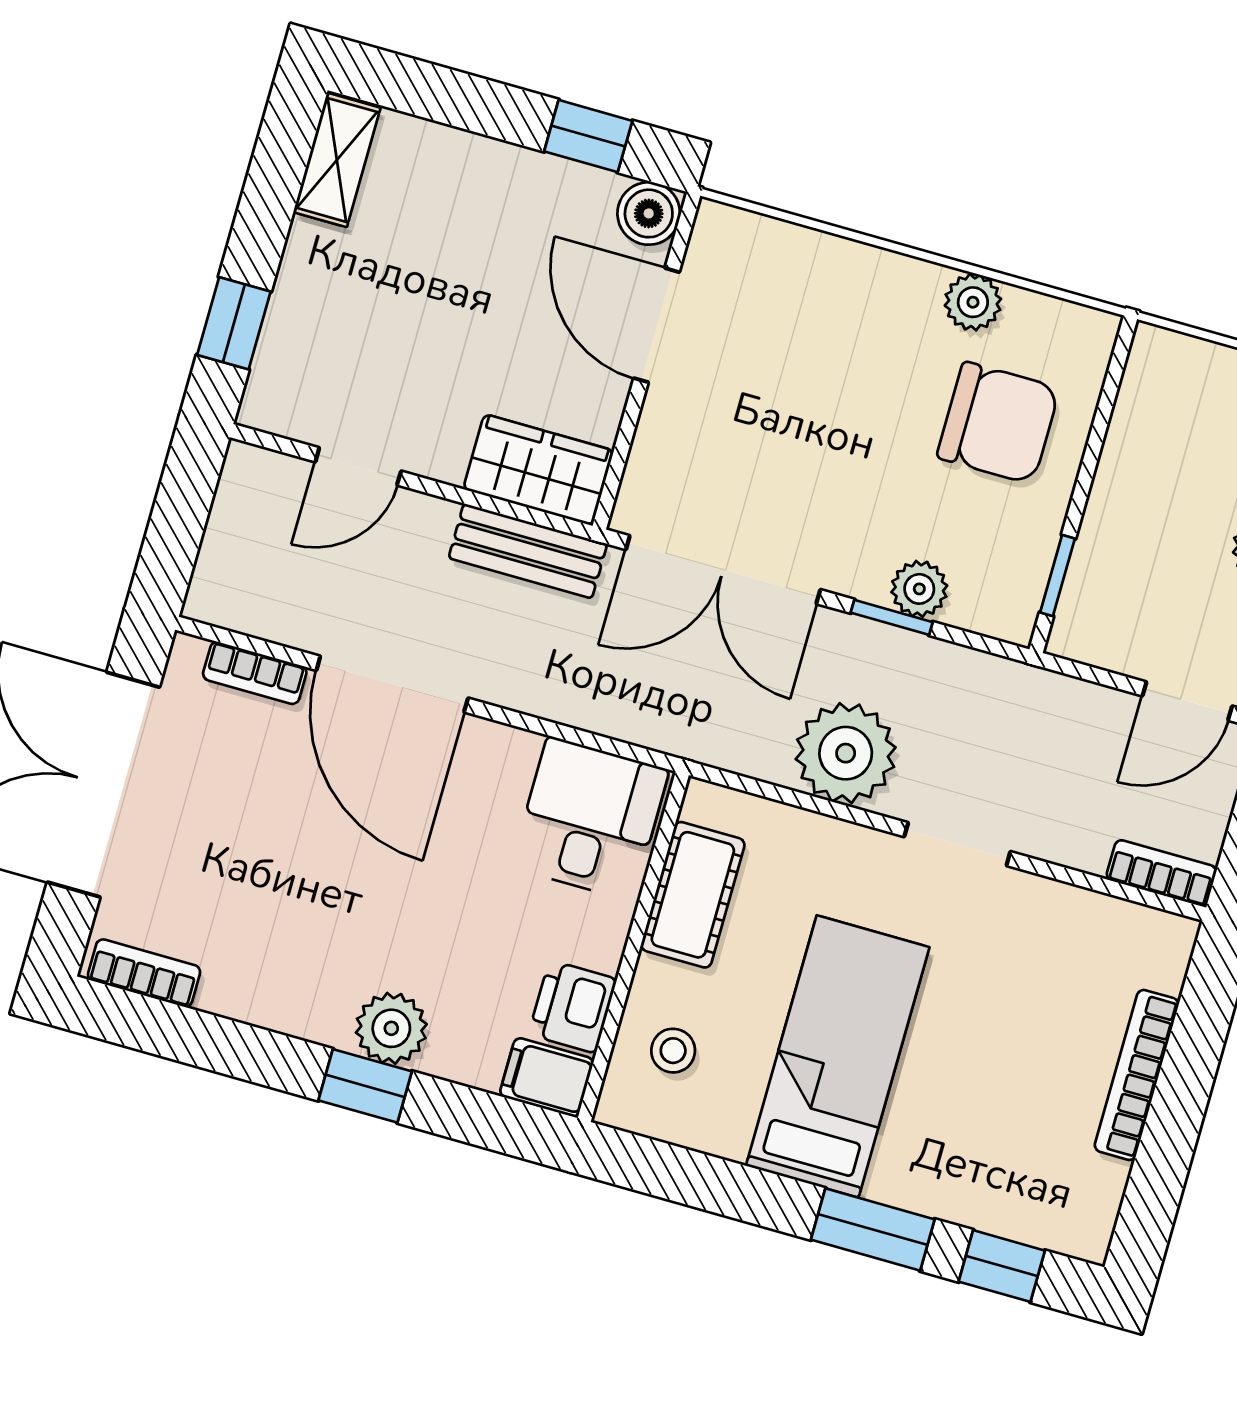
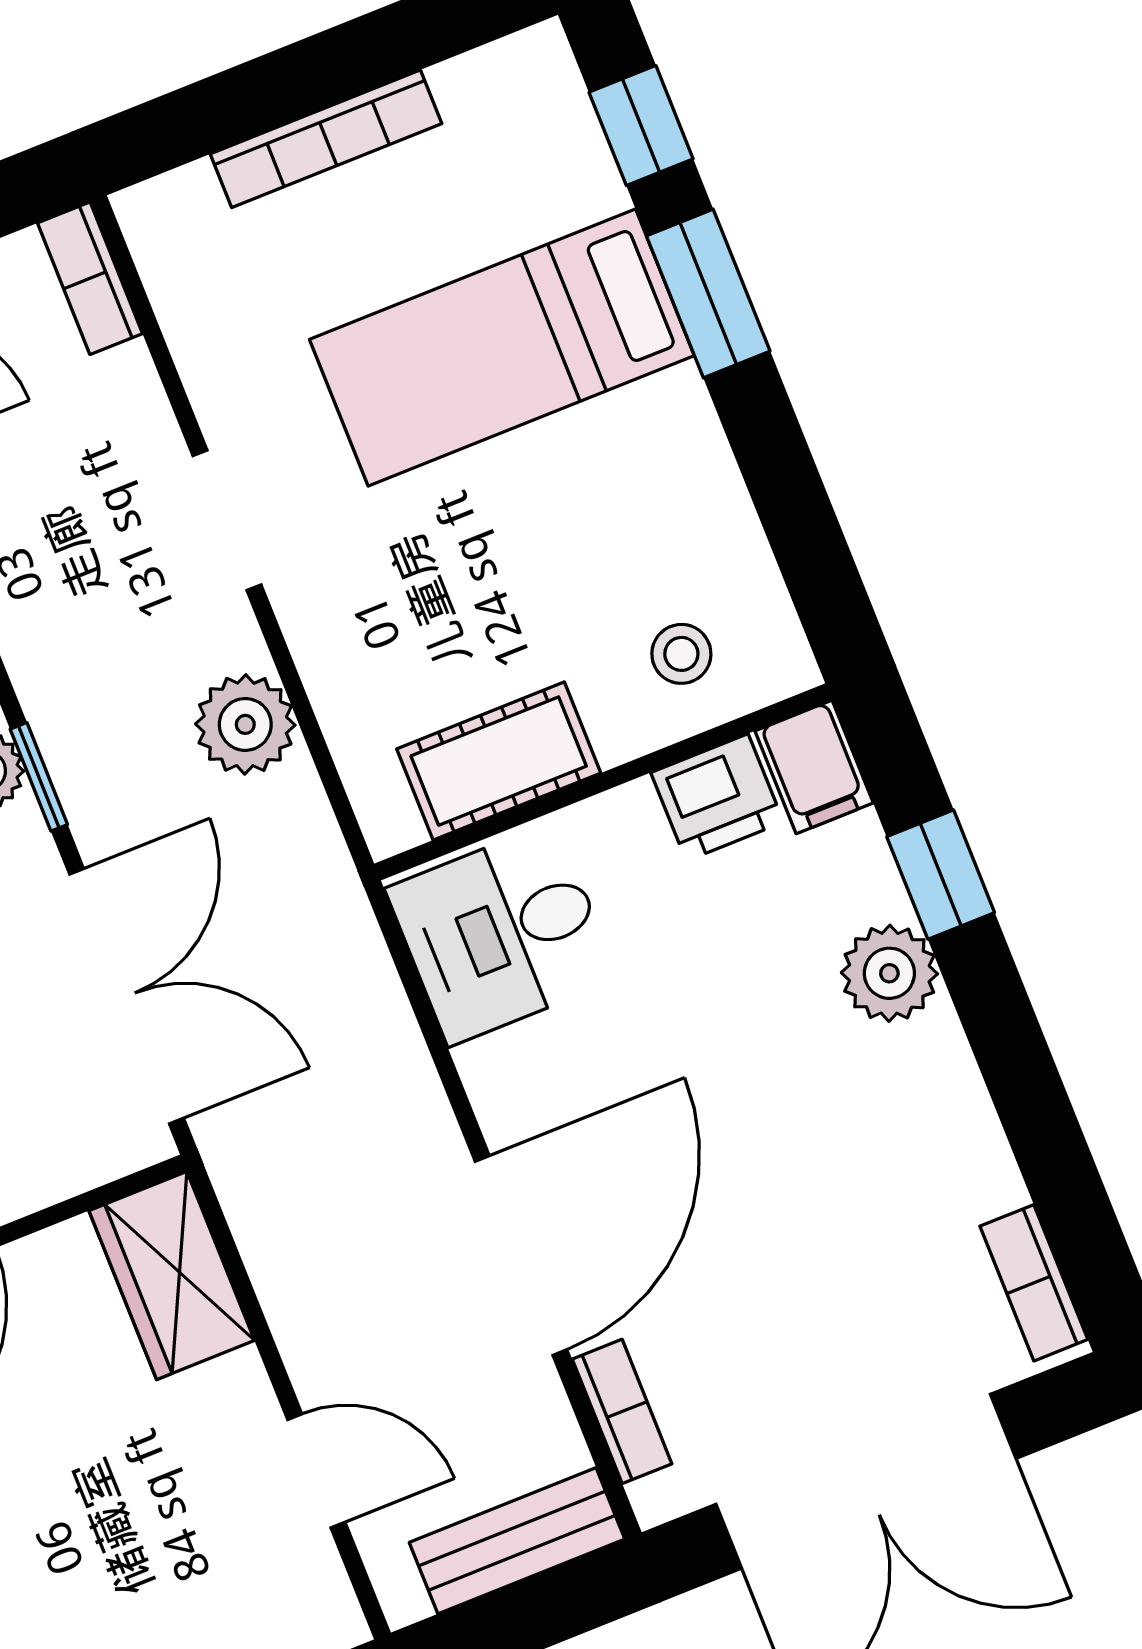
bench: (528, 551) -> (517, 1541), moved, turned 90
plant: (846, 753) -> (245, 724), width x0.73, depth x0.73
bed: (838, 1056) -> (502, 348), moved
window: (365, 1086) -> (941, 875), moved

